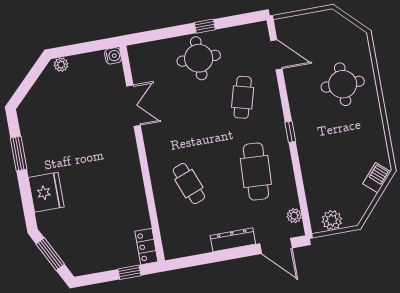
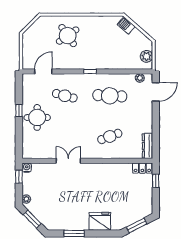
window: (96, 46) -> (19, 177), added
window: (30, 80) -> (32, 219), added
round table: (343, 84) -> (68, 36), turned -35
double door: (133, 106) -> (68, 161), moved
dresser: (233, 240) -> (147, 146), moved

